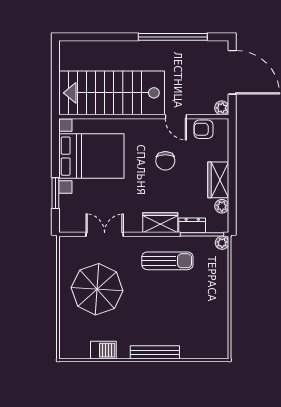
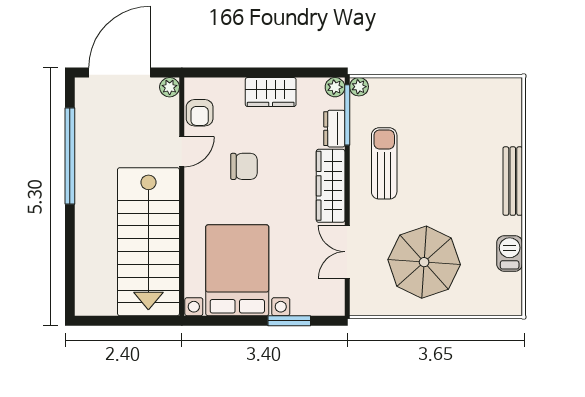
plant: (222, 206) -> (335, 87), moved
wardrobe: (160, 223) -> (331, 186), width x1.50

